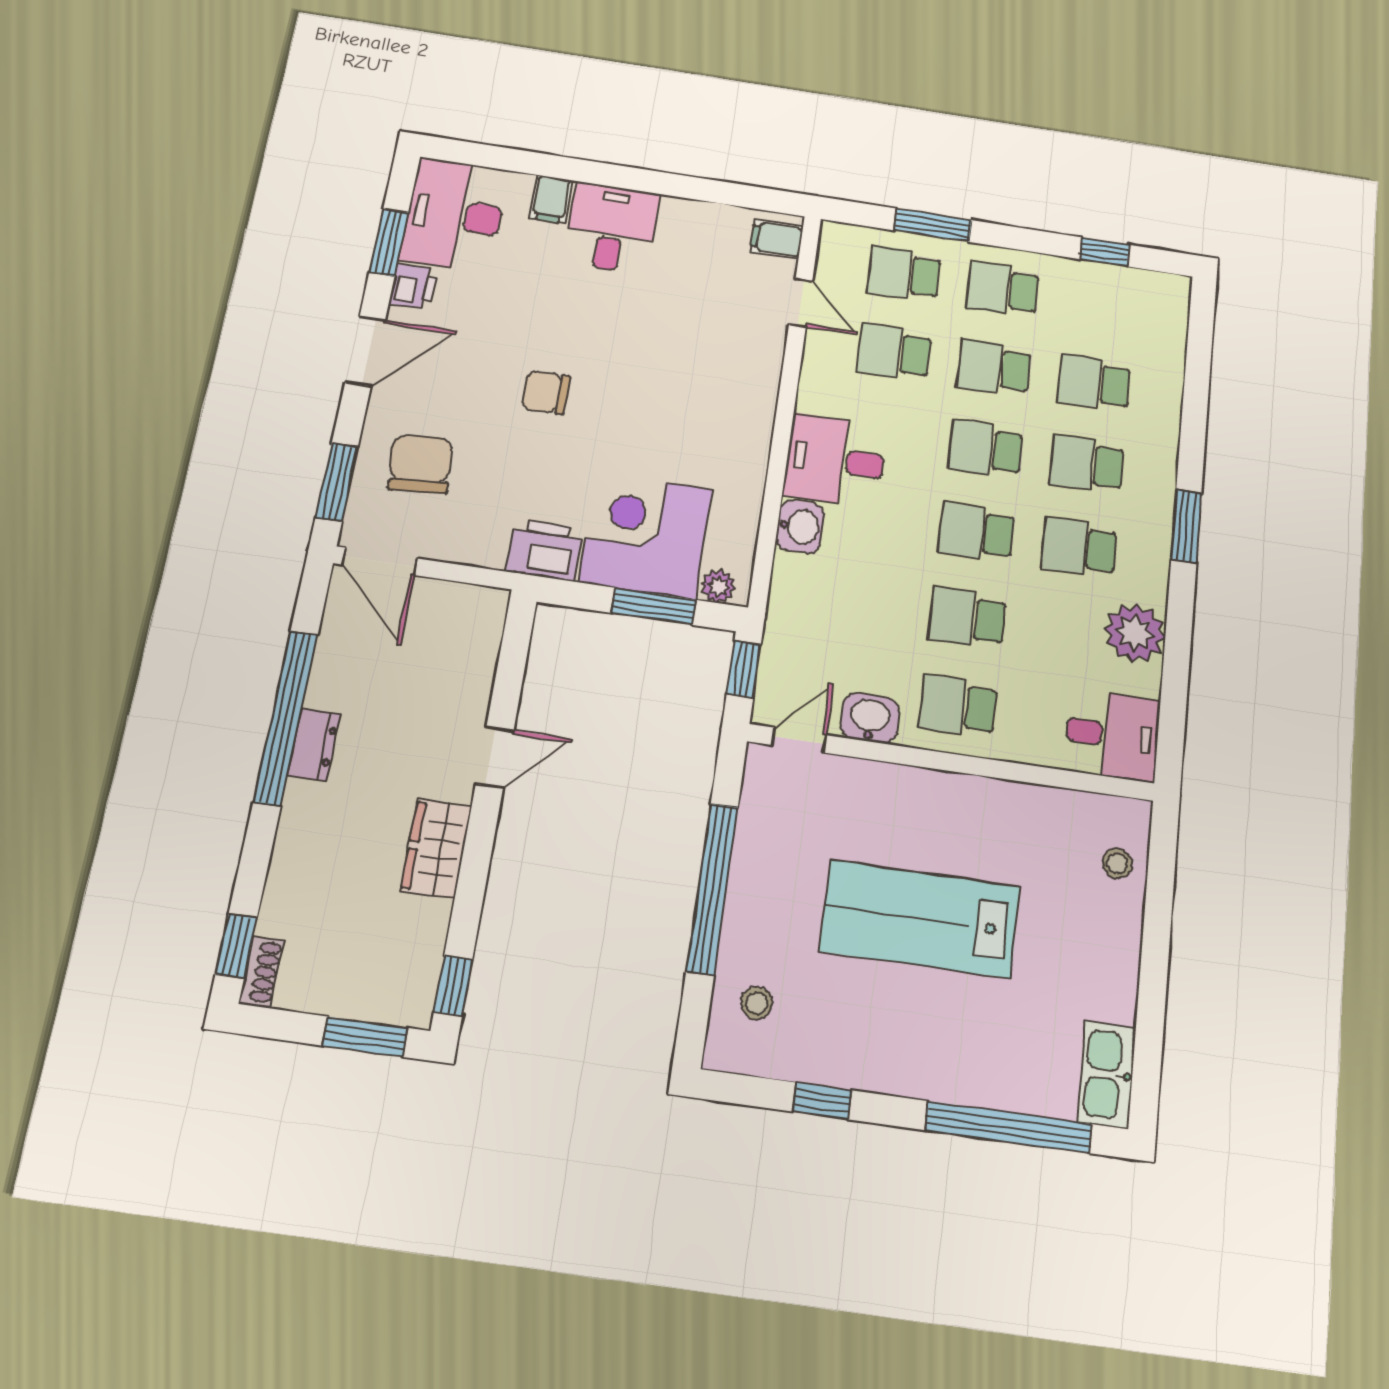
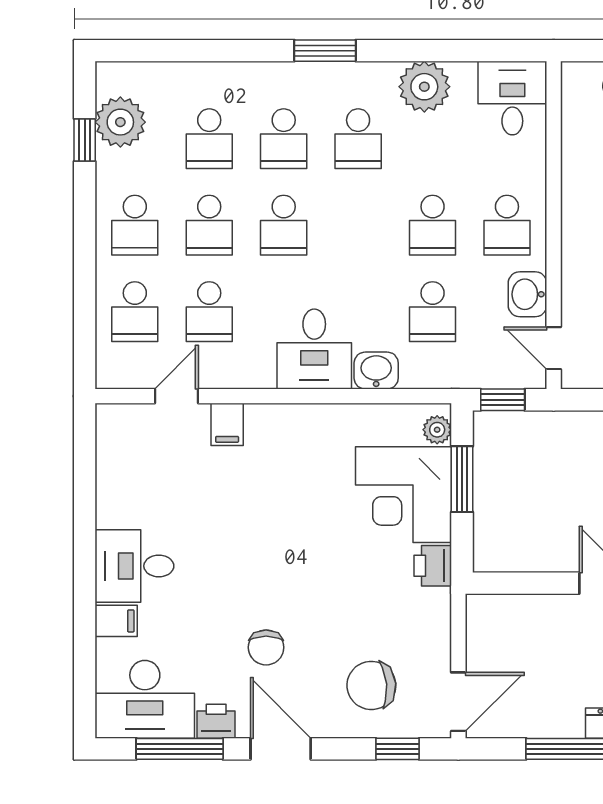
window: (933, 225) -> (85, 292), removed
filing cabinet: (777, 239) -> (227, 424), moved
window: (389, 243) -> (180, 749), width x1.44
plant: (1122, 292) -> (120, 122), added
chair: (546, 392) -> (266, 647), moved
window: (337, 482) -> (397, 749), width x0.67
school desk: (977, 532) -> (433, 312), moved
printer: (545, 550) -> (433, 566), width x0.73, depth x0.81

